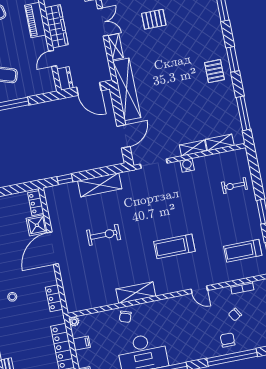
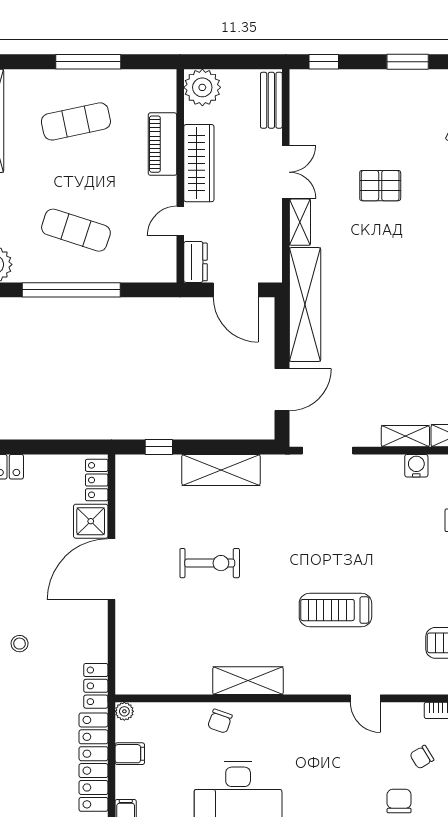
water cooler: (187, 165) -> (416, 466), moved
locker: (54, 298) -> (96, 686), moved

